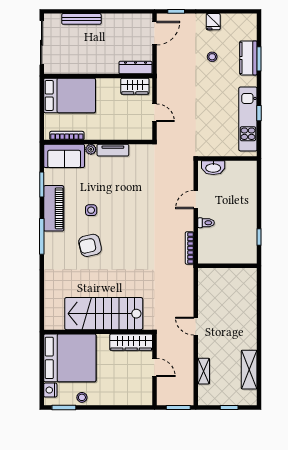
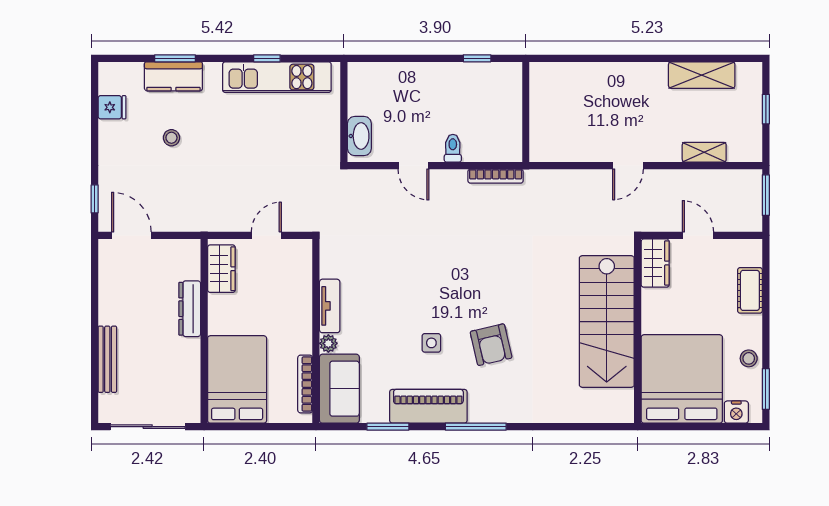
fridge: (213, 22) -> (112, 107), moved
dresser: (135, 68) -> (190, 309), moved
wardrobe: (131, 342) -> (655, 263), width x0.67
door: (154, 367) -> (698, 235), hinge flipped
cot: (122, 398) -> (750, 290), added

